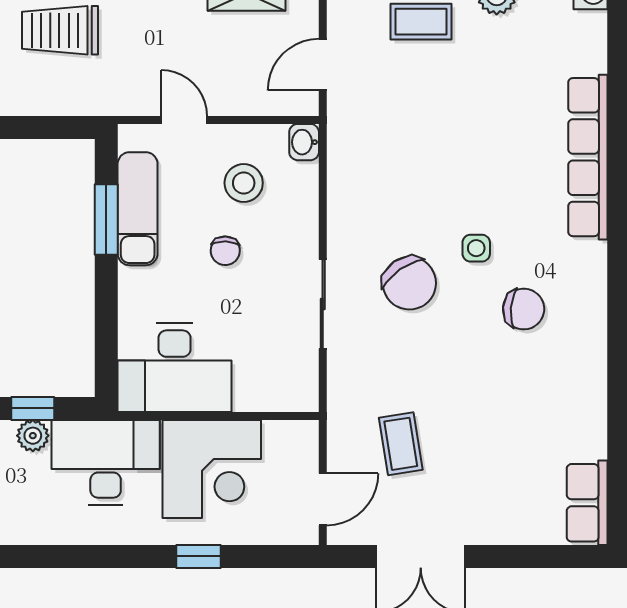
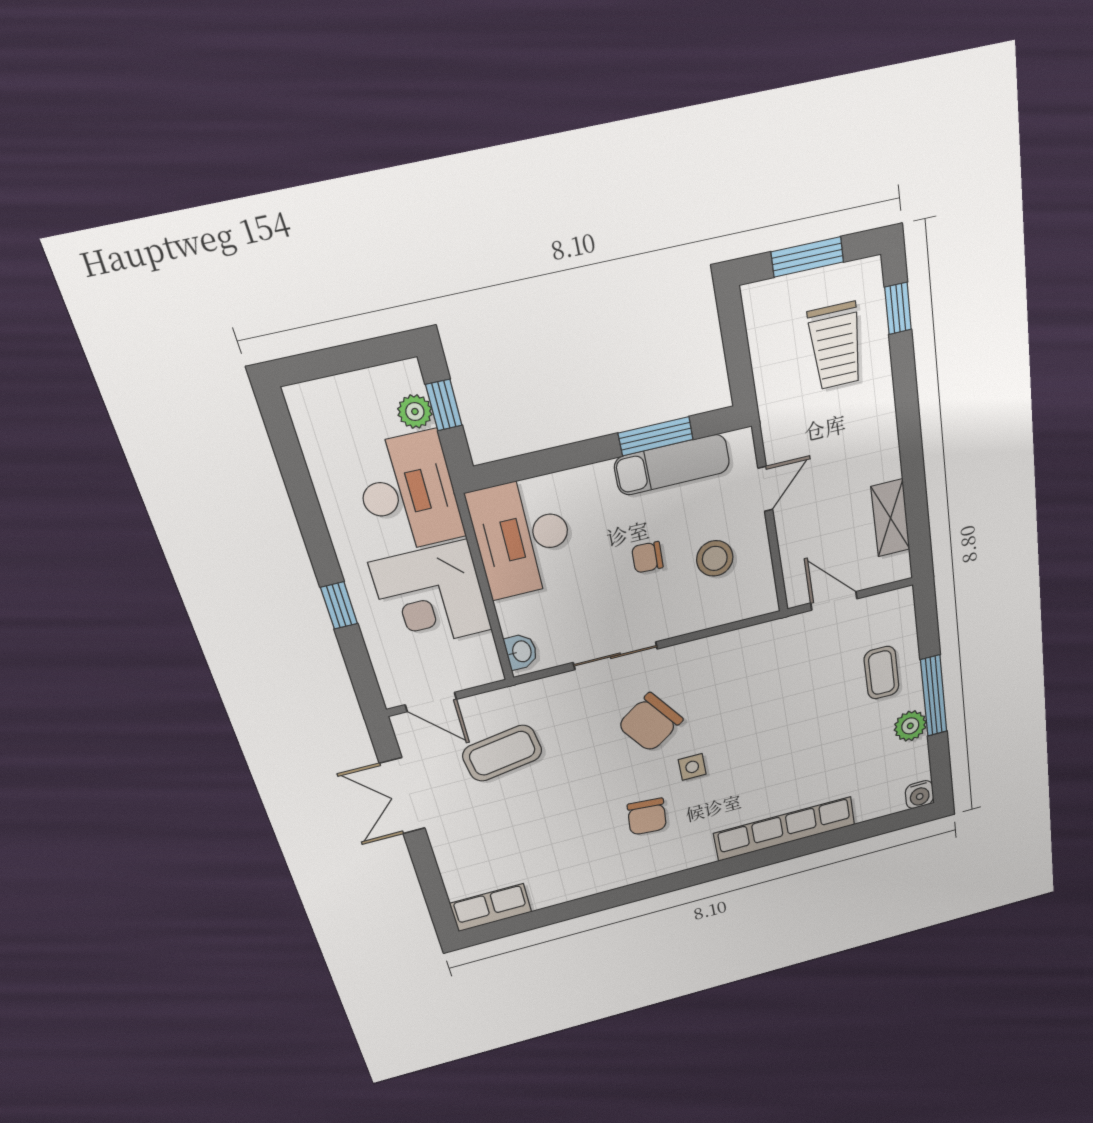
trolley: (60, 30) -> (836, 346), turned 180
washbasin: (304, 142) -> (521, 652), moved, turned 90
coffee table: (401, 444) -> (502, 753), width x1.36, depth x1.30

